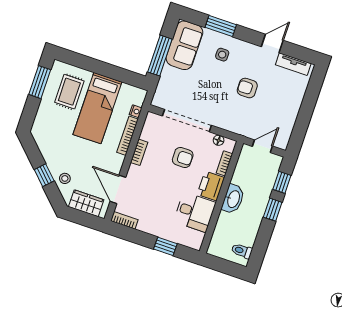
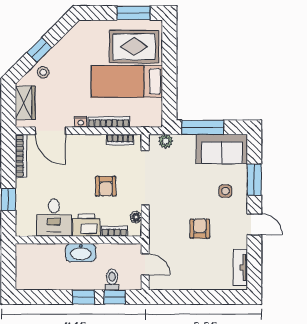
door: (272, 43) -> (254, 224), moved
rug: (69, 92) -> (134, 47), width x1.36, depth x1.43
plant: (161, 92) -> (166, 141), added
nightstand: (136, 111) -> (81, 122), moved
bookcase: (139, 152) -> (120, 140), moved
door: (118, 189) -> (50, 131), swing flipped
bookcase: (124, 220) -> (21, 156), width x1.56
toilet: (242, 251) -> (112, 280), moved

